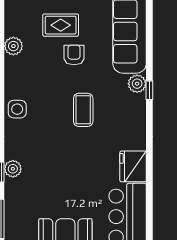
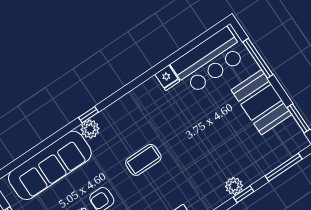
fridge: (133, 166) -> (167, 78), width x0.53, depth x0.75

